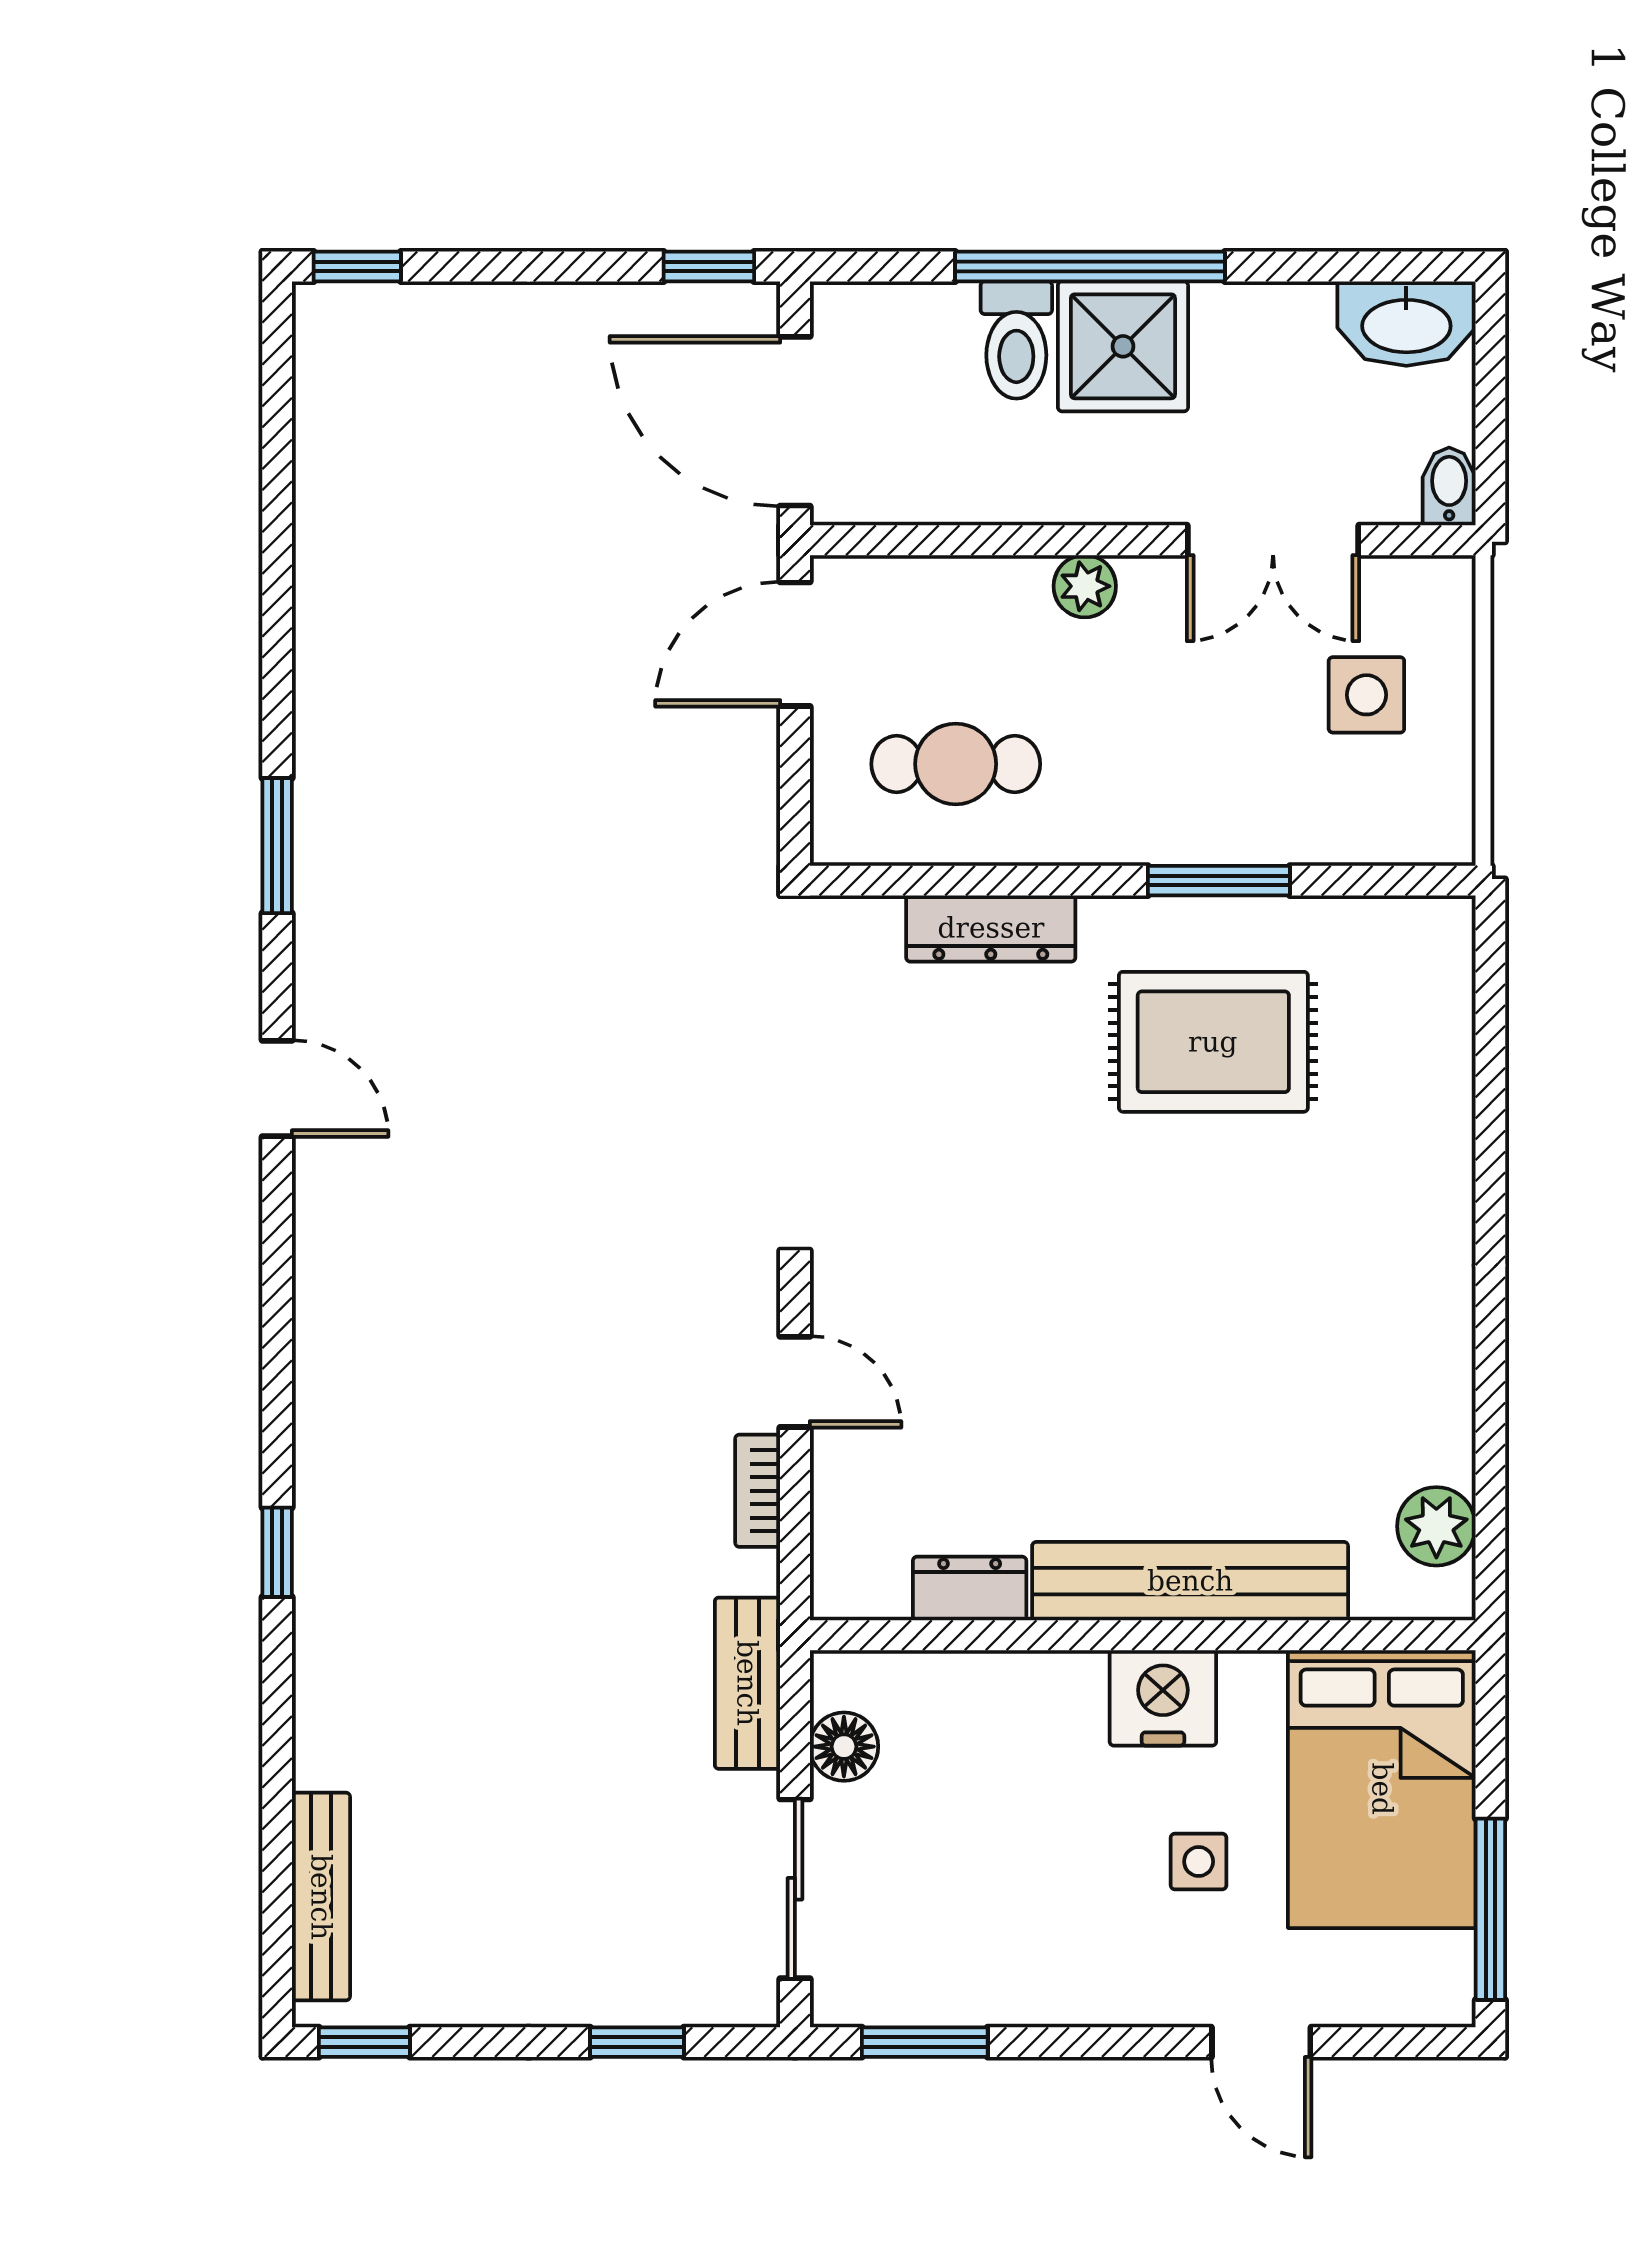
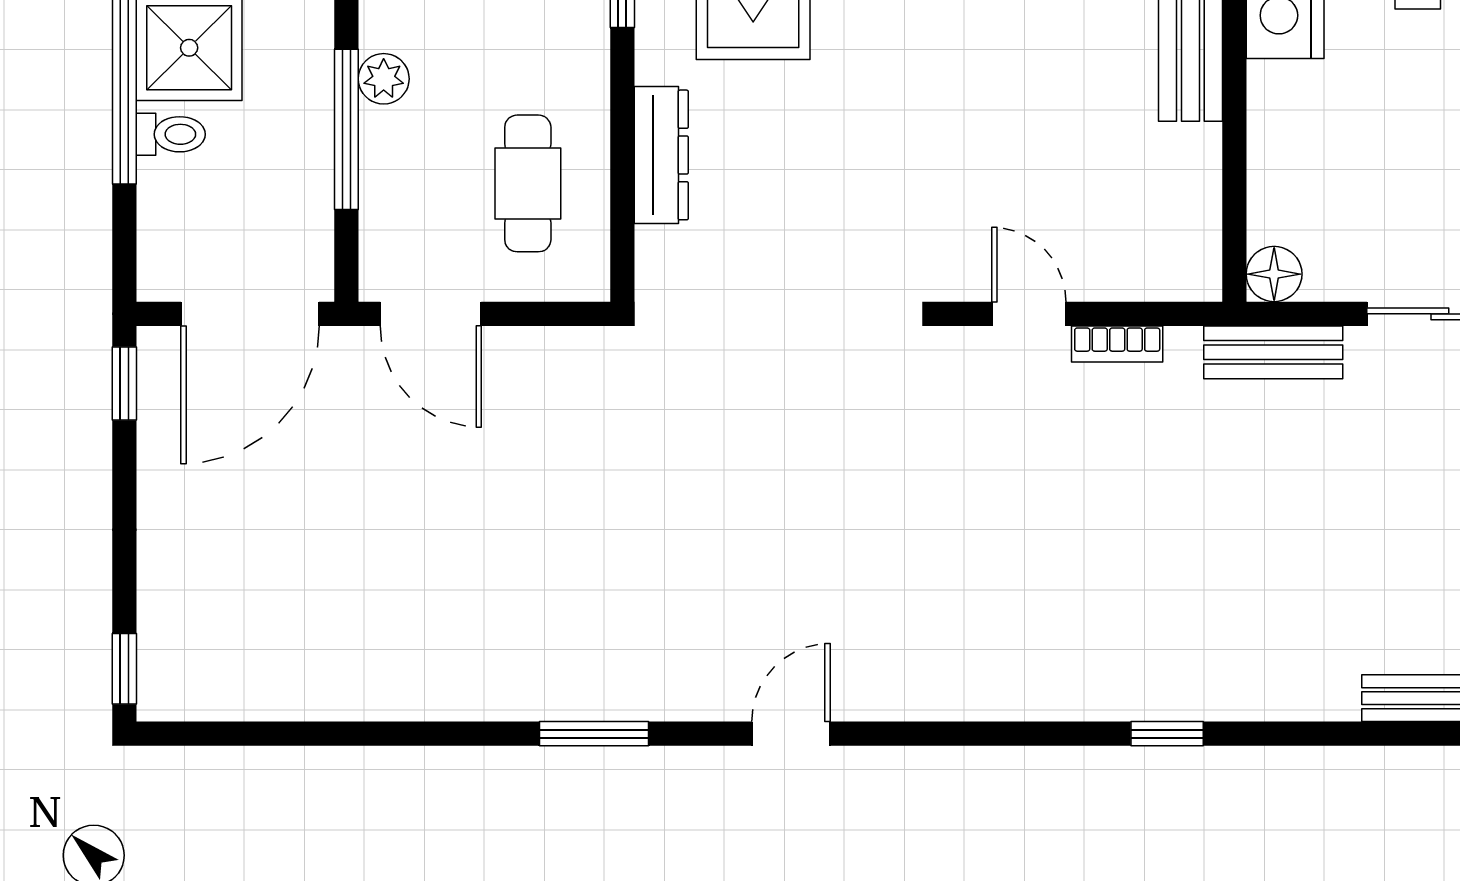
toilet: (1016, 340) -> (171, 134), width x0.73, depth x0.72
window: (1022, 540) -> (346, 129), added
door: (795, 1382) -> (1029, 314), hinge flipped
dresser: (970, 1589) -> (1196, 172), removed
floor lamp: (844, 1747) -> (1274, 274), moved

